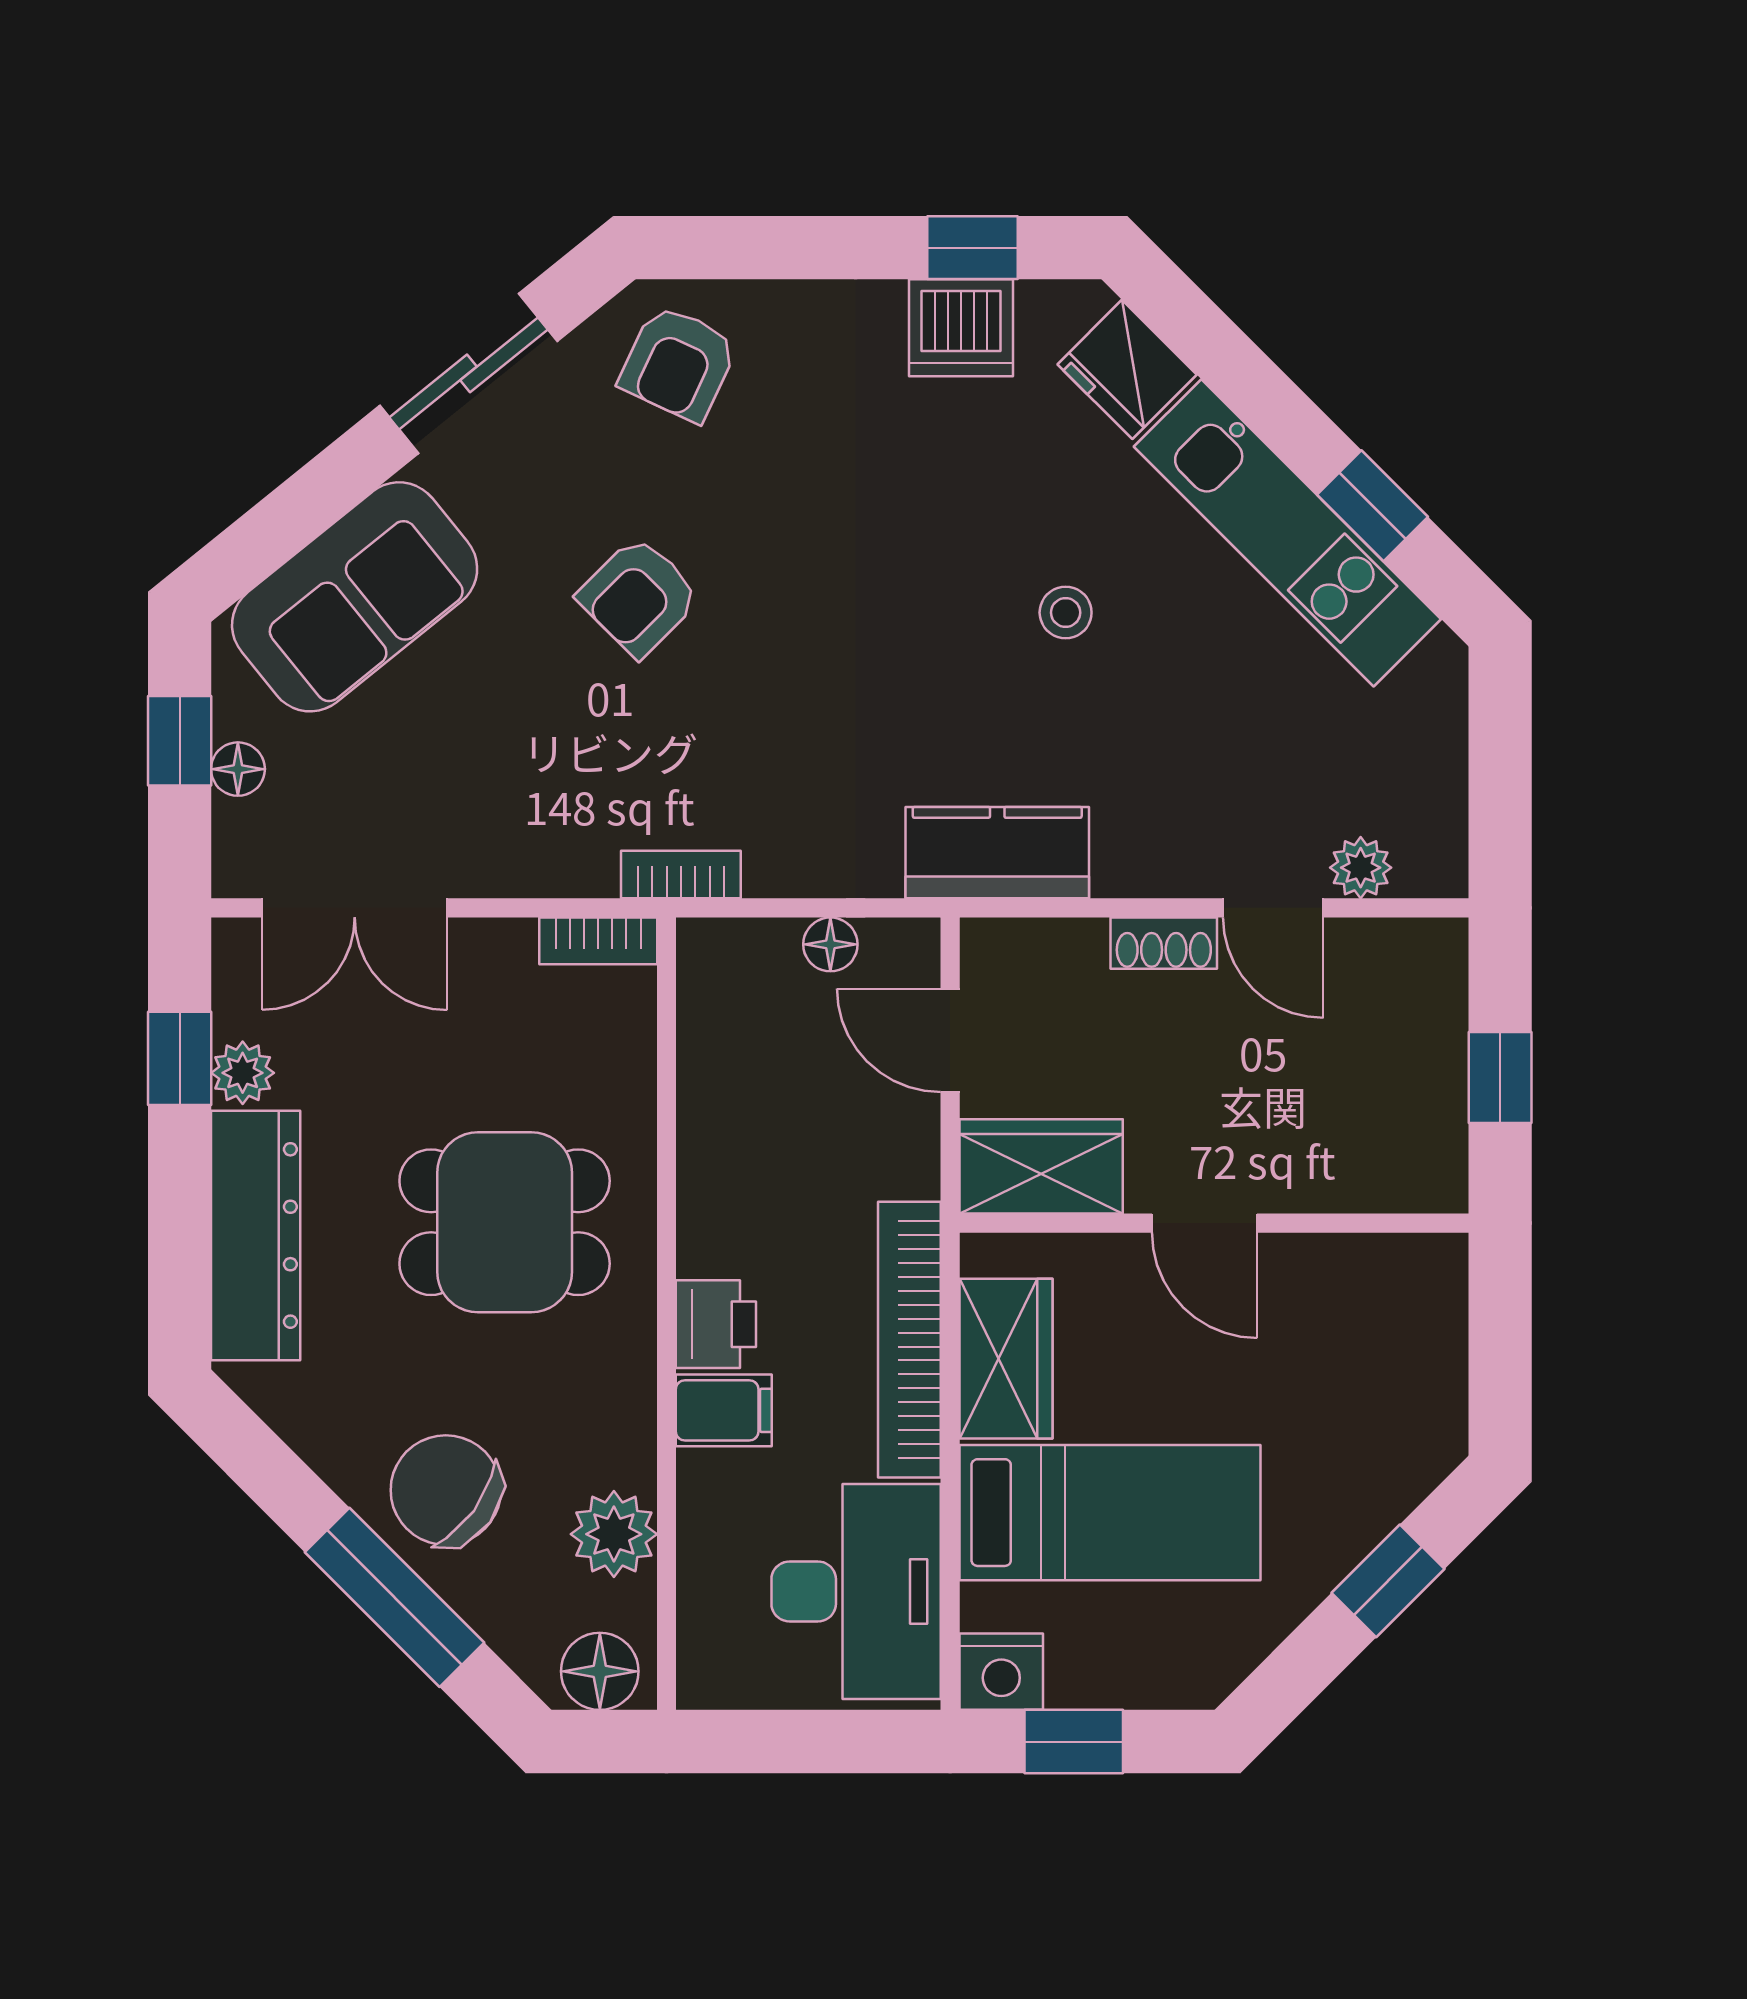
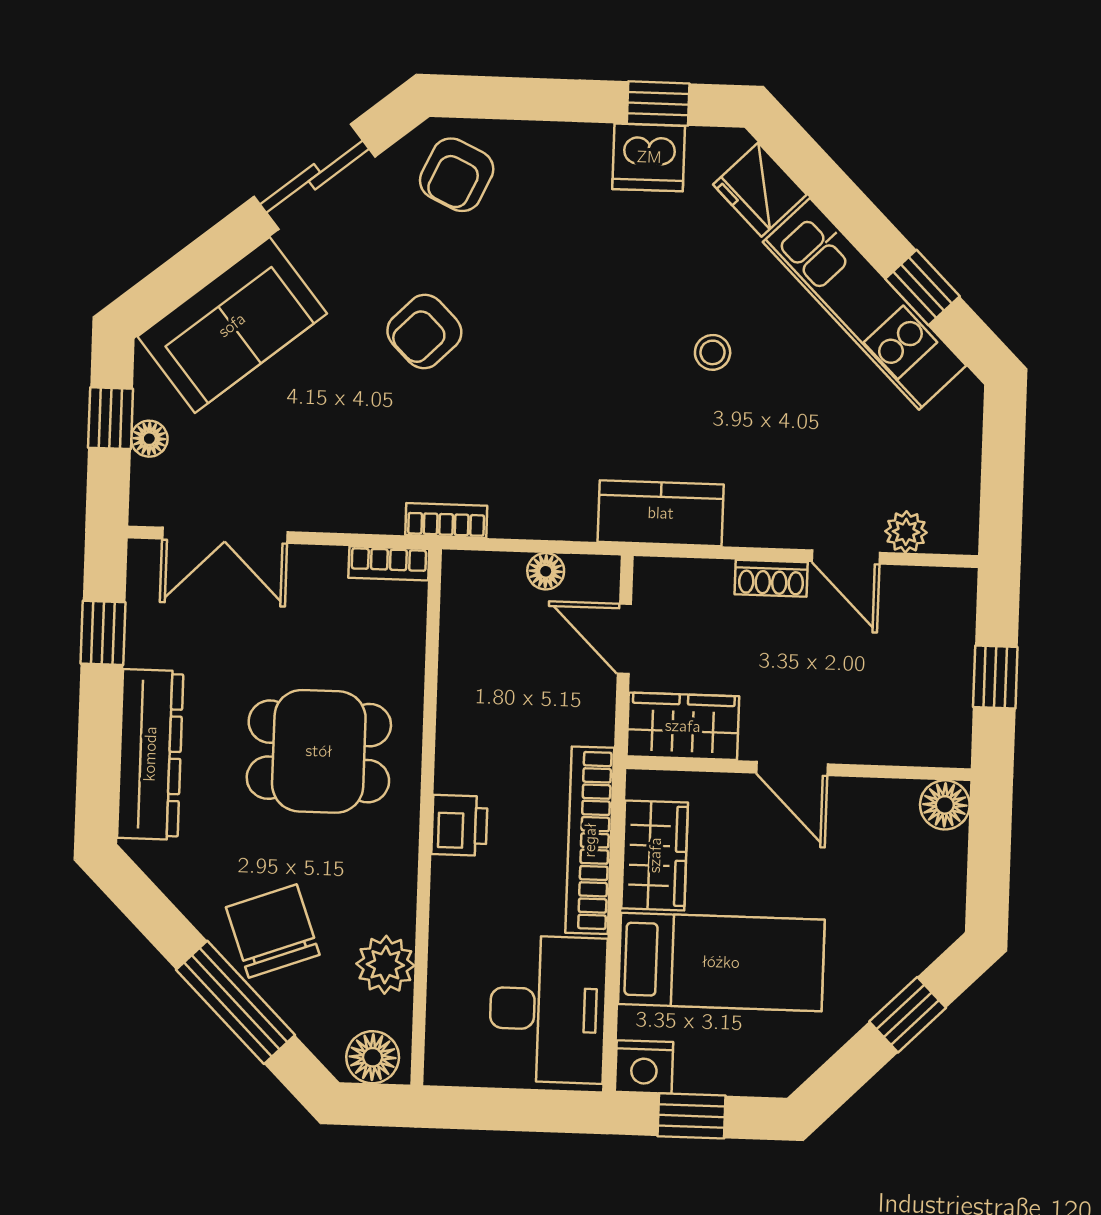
plant: (243, 1073) -> (145, 644), removed
floor lamp: (1432, 1269) -> (945, 805), added
filing cabinet: (724, 1410) -> (463, 884), removed
chair: (446, 1490) -> (273, 931), turned 34

